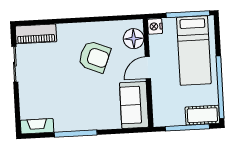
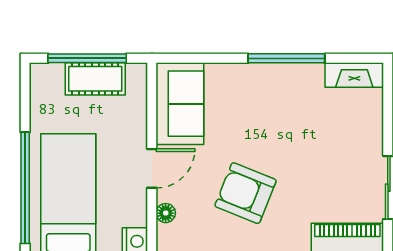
floor lamp: (134, 39) -> (166, 213), width x0.53, depth x0.53
window: (220, 87) -> (25, 188), moved
cot: (202, 115) -> (95, 79), moved

